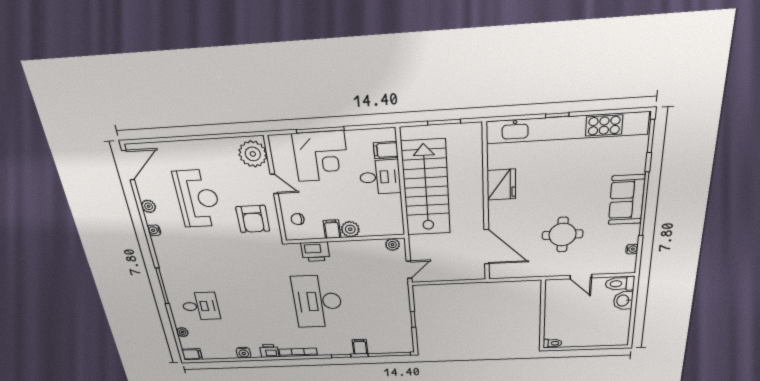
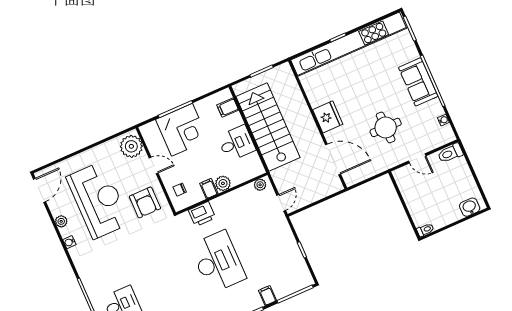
desk: (380, 177) -> (236, 143), moved
fridge: (501, 185) -> (328, 117), moved
reception desk: (198, 199) -> (98, 200), width x1.36, depth x1.30
desk: (318, 301) -> (218, 262), turned 180
washbasin: (623, 301) -> (470, 207), moved, turned 90

